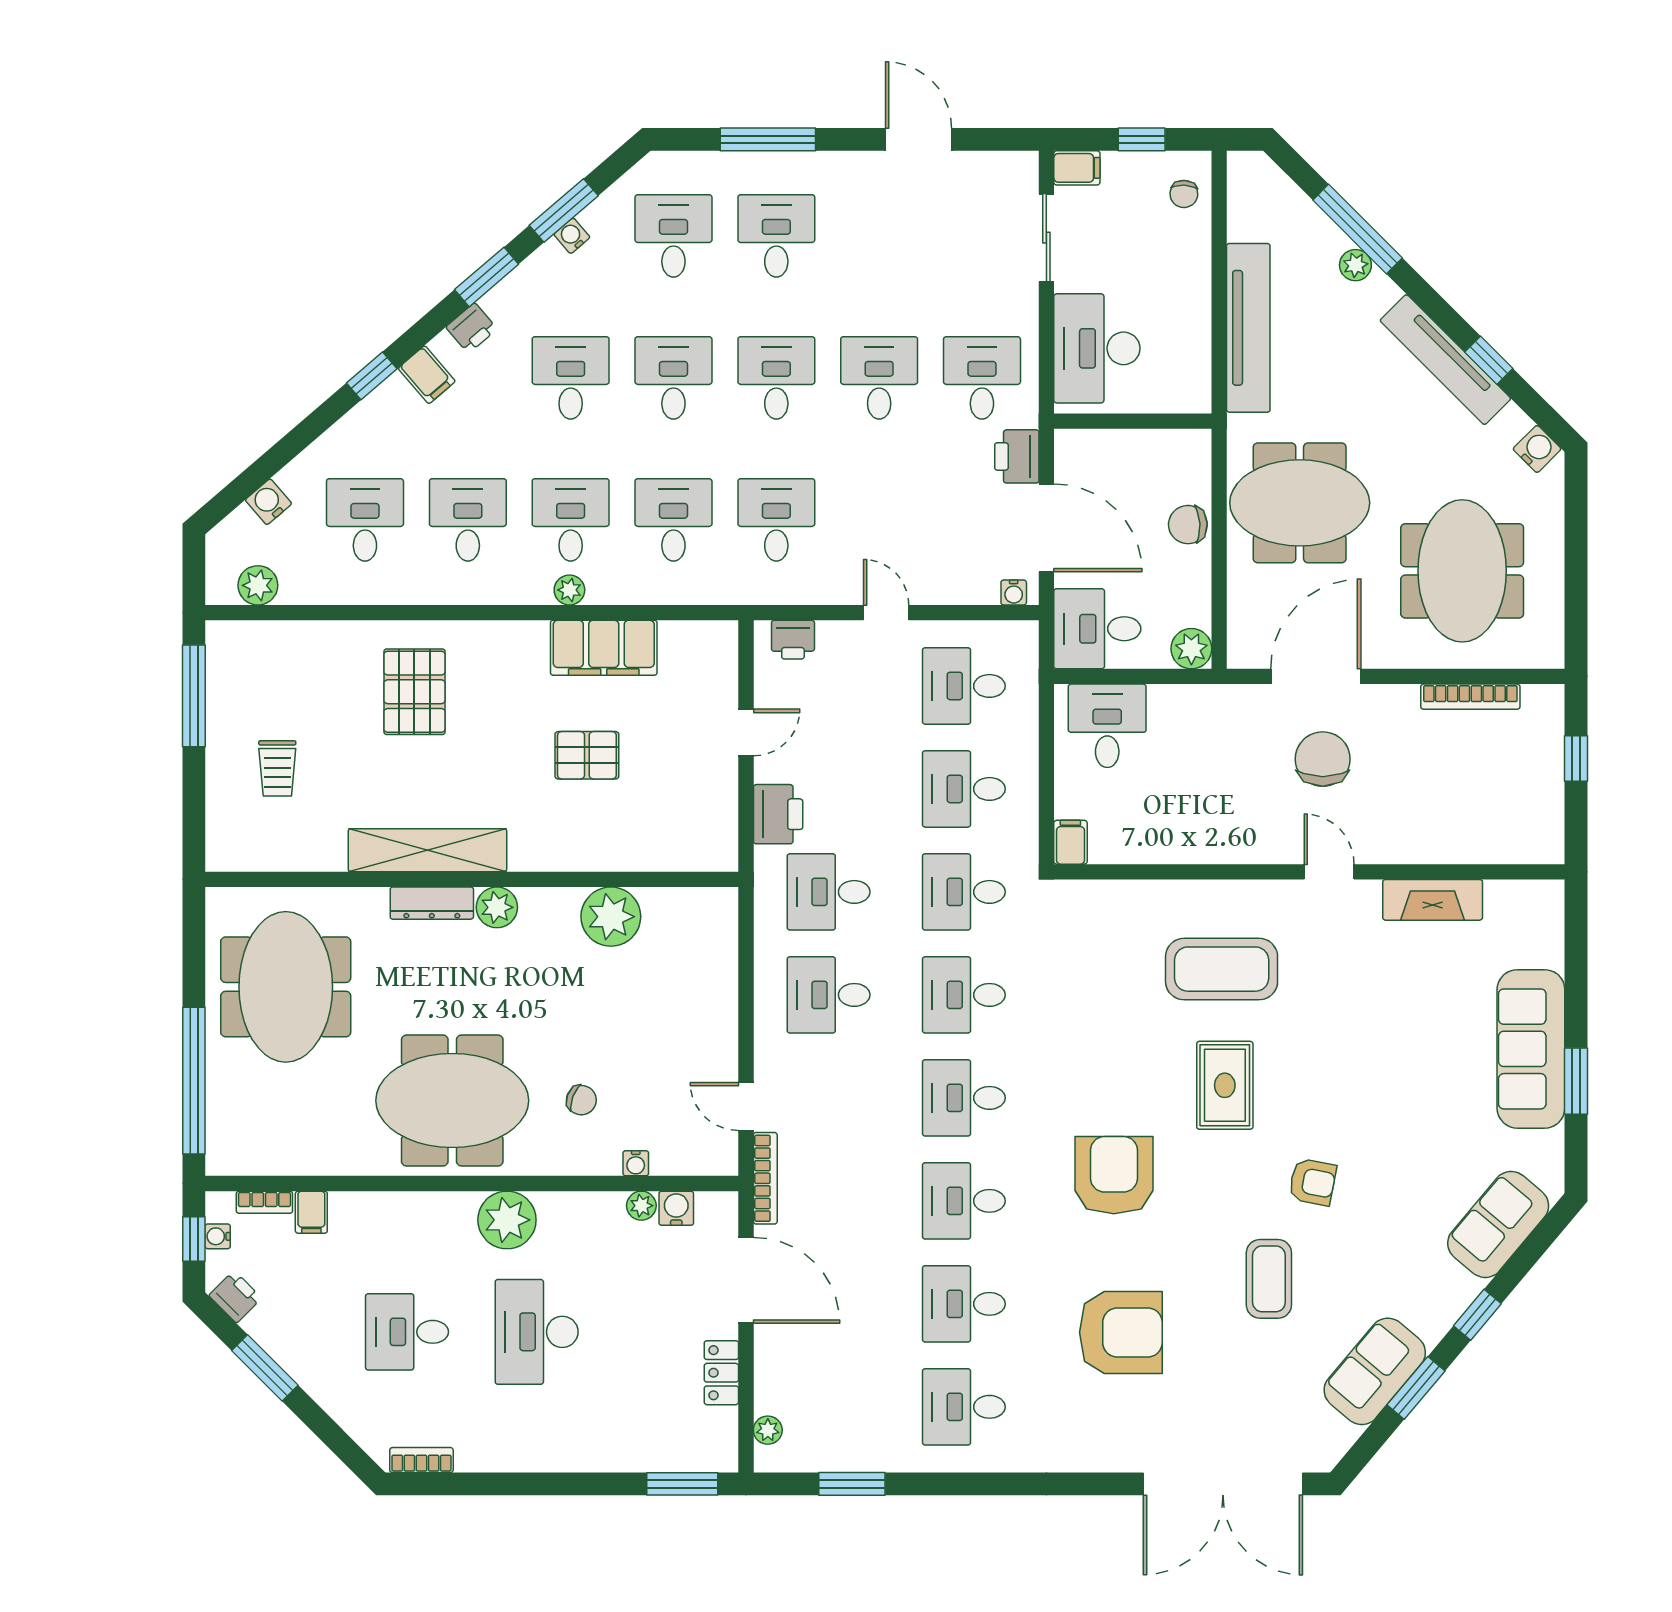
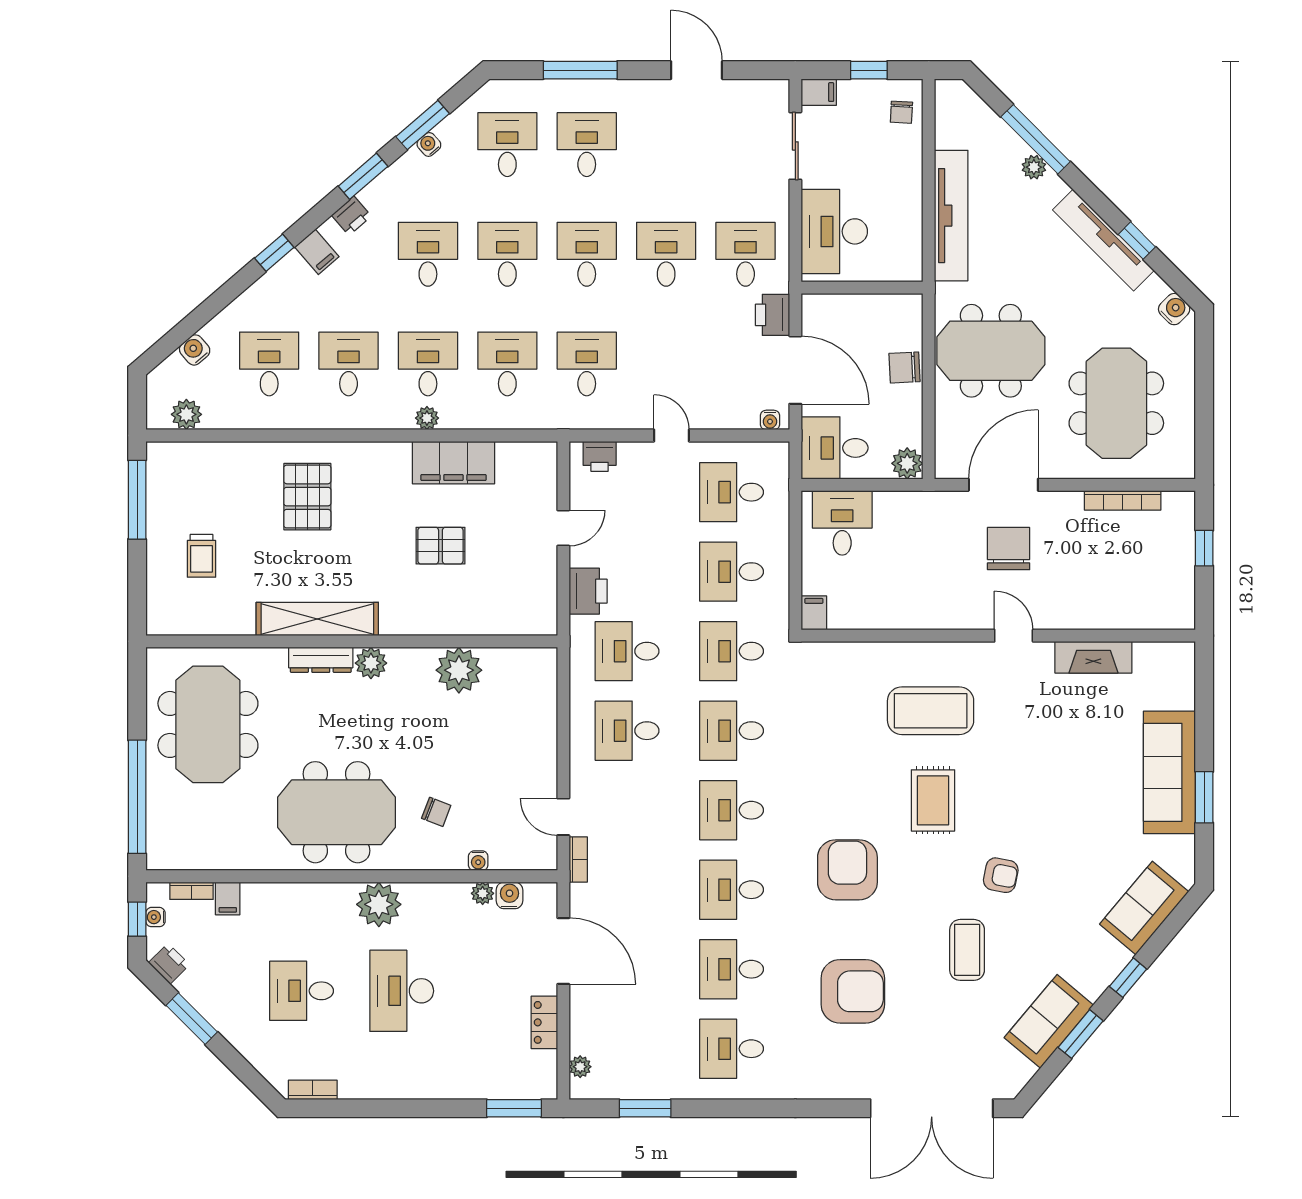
bookcase: (765, 1178) -> (578, 859), width x0.64

